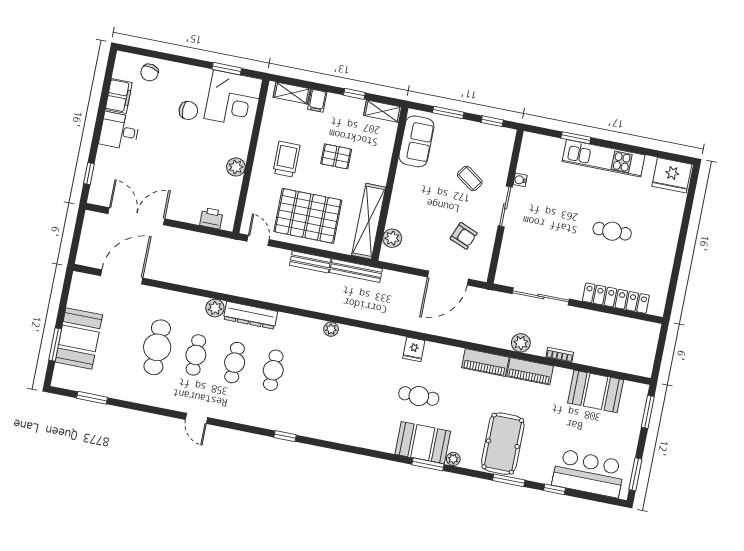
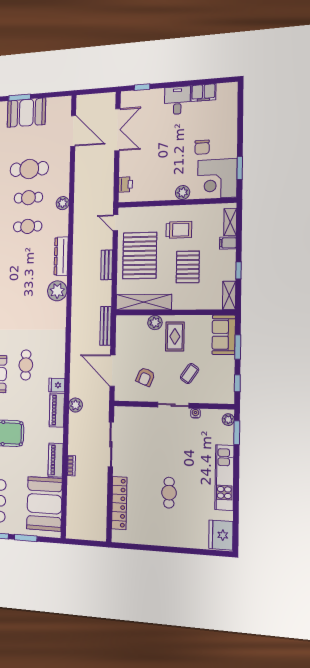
chair: (149, 72) -> (226, 111), removed
window: (576, 138) -> (237, 433), moved
sofa: (416, 141) -> (224, 335), moved, turned 90
plant: (535, 141) -> (228, 420), added
pallet: (336, 156) -> (188, 267), width x1.50, depth x1.42
plant: (236, 167) -> (183, 193), moved
rug: (420, 189) -> (175, 336), added
plant: (392, 238) -> (155, 323), moved
door: (258, 240) -> (115, 223), swing flipped
bench: (356, 271) -> (106, 326), moved
dresser: (251, 315) -> (61, 256), moved
plant: (331, 329) -> (57, 291), width x1.87, depth x1.87
plant: (521, 343) -> (76, 405), moved
fridge: (414, 349) -> (57, 385), moved
cafe table: (273, 370) -> (27, 255), removed
piano: (530, 371) -> (56, 460), moved
booth: (596, 391) -> (44, 504), width x1.36, depth x1.42
window: (648, 412) -> (26, 538), moved

